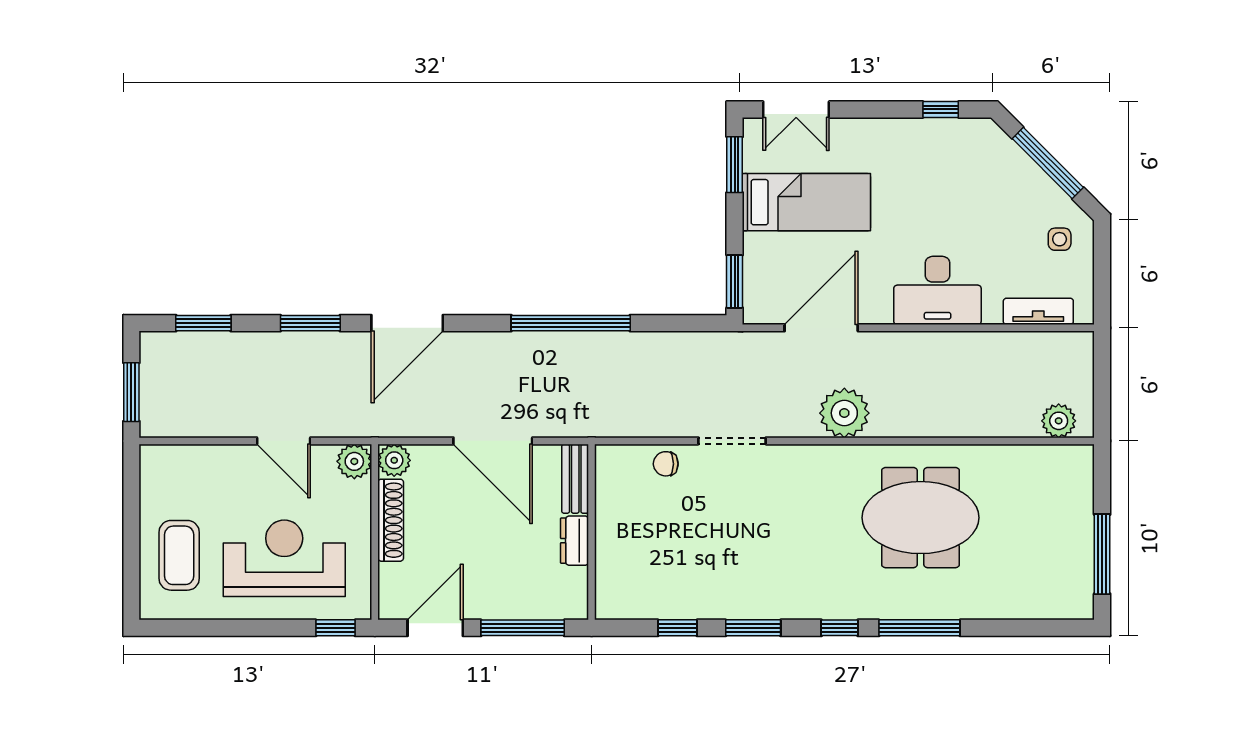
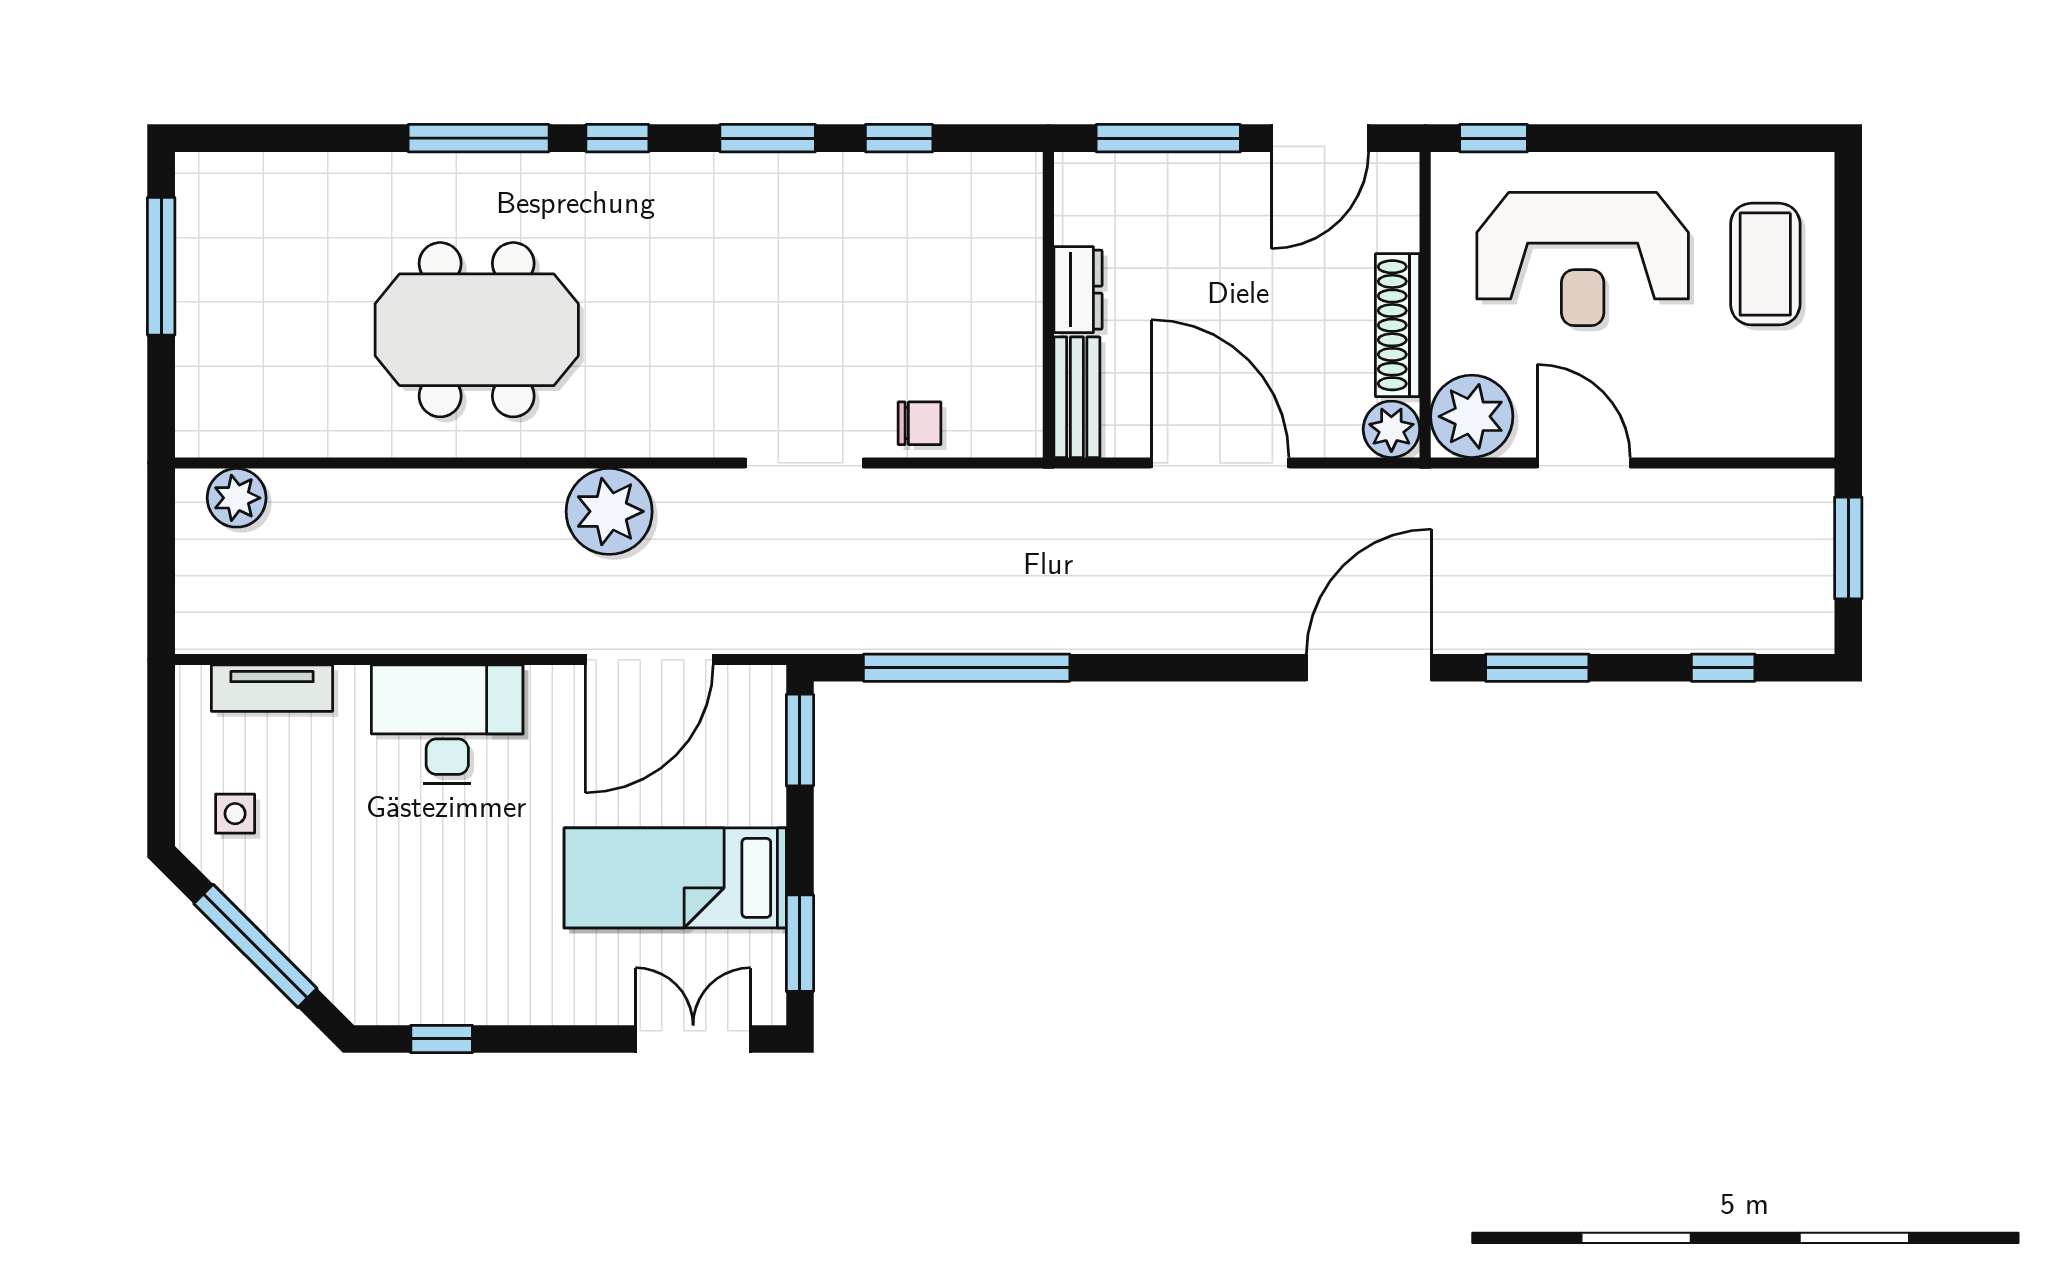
window: (203, 323) -> (1723, 668), width x0.67
window: (571, 323) -> (967, 668), moved
plant: (354, 461) -> (1472, 416), width x1.36, depth x1.36

